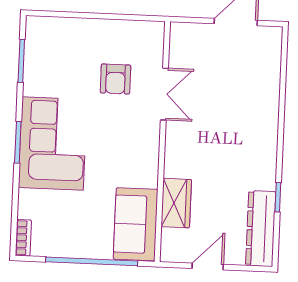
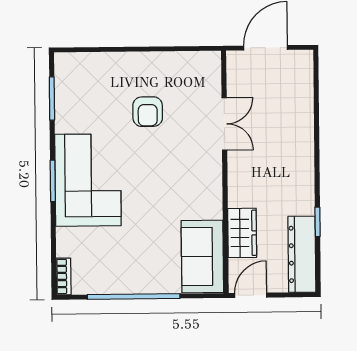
double door: (164, 94) -> (224, 124), moved
wall: (162, 142) -> (225, 172), moved
wardrobe: (176, 203) -> (242, 233), moved
sofa: (136, 224) -> (202, 256), moved

